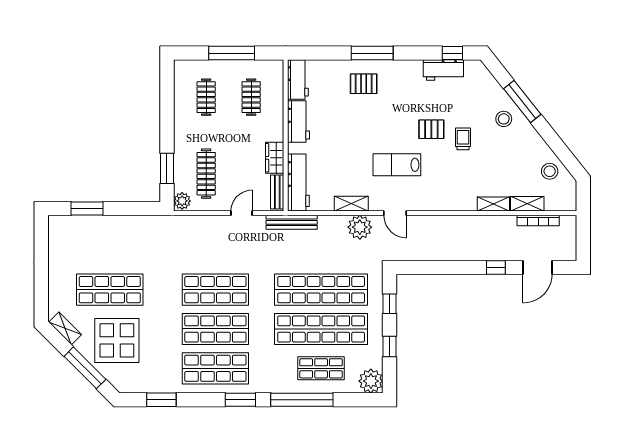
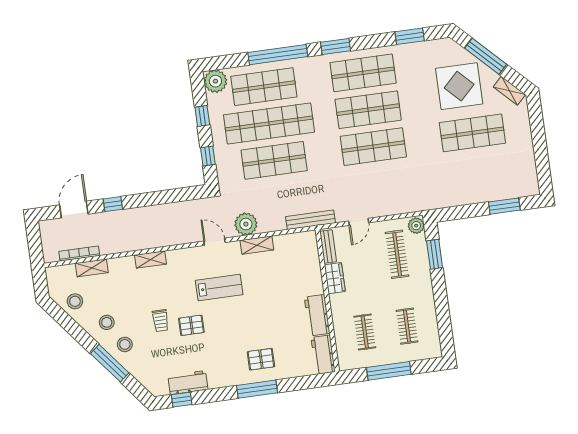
stool: (519, 145) -> (107, 322), added
workbench: (298, 183) -> (309, 258), removed
shelving: (493, 204) -> (151, 259), moved
shop shelf: (321, 290) -> (274, 160), width x0.71
shop shelf: (321, 368) -> (264, 87), width x1.43, depth x1.36

